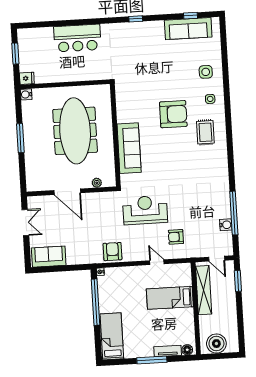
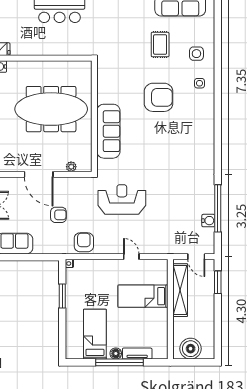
meeting table: (75, 131) -> (51, 109), turned 90
rug: (205, 132) -> (160, 45), moved
armchair: (176, 237) -> (58, 215), moved, turned 180
window: (96, 302) -> (62, 296), width x0.47
bed: (112, 336) -> (95, 334), moved
floor lamp: (187, 350) -> (116, 353), moved
window: (152, 360) -> (119, 362), width x1.46

